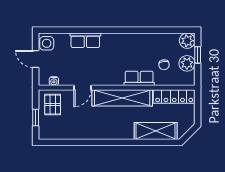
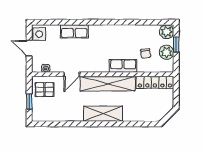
pallet: (53, 105) -> (45, 90), turned 90
shelving: (156, 131) -> (103, 114), moved

